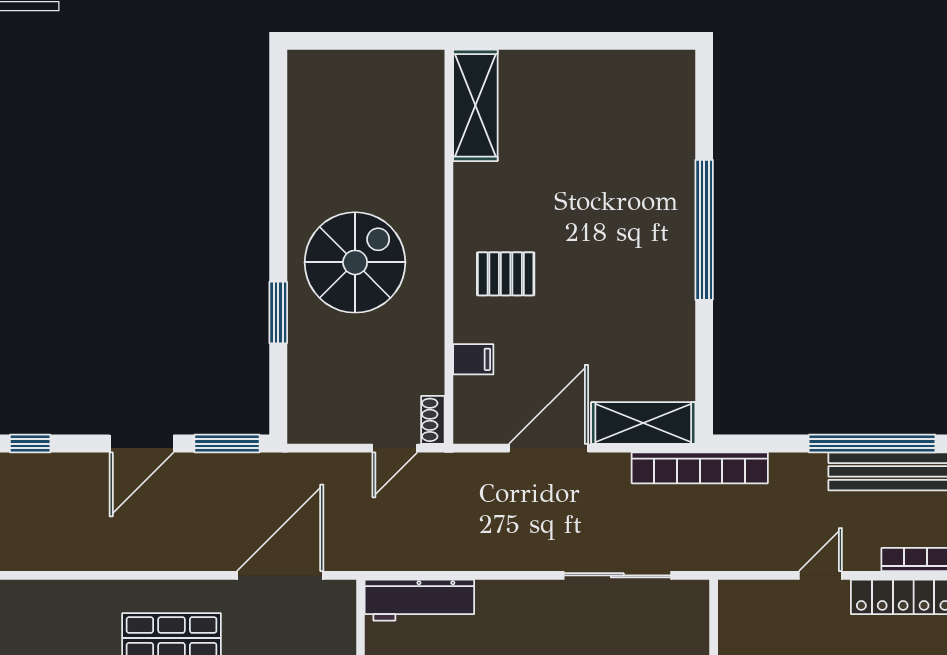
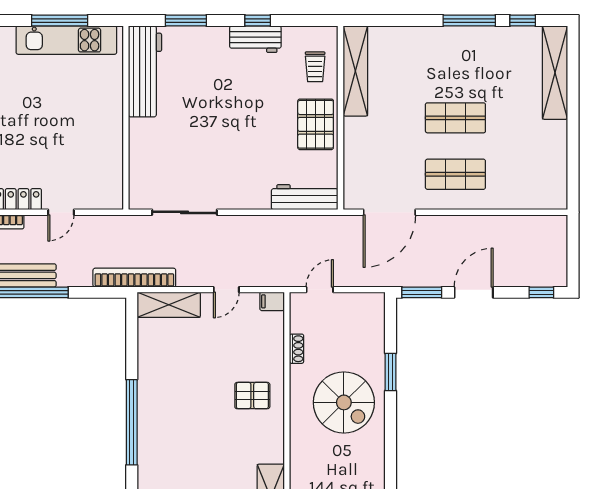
spiral stairs: (355, 262) -> (344, 402), turned -90
filing cabinet: (473, 359) -> (272, 301), moved
shoe rack: (433, 420) -> (297, 349), moved
door: (548, 448) -> (226, 290), width x0.53

